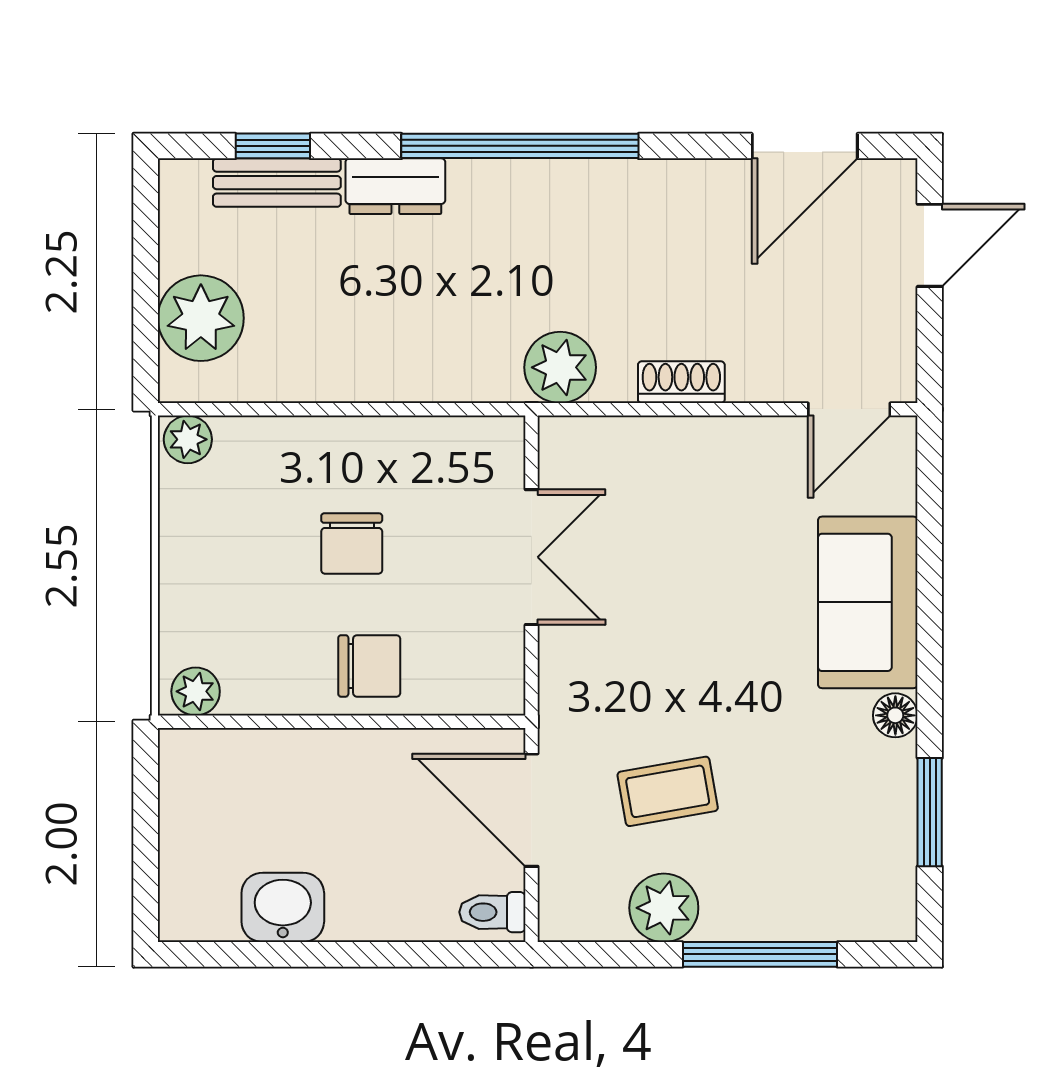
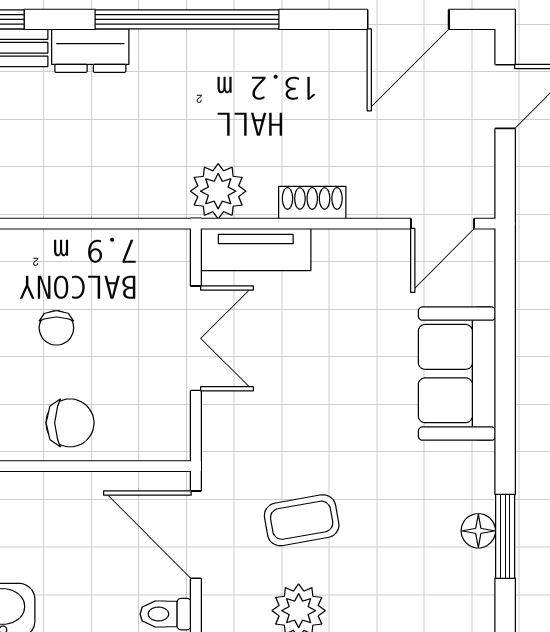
tv unit: (609, 443) -> (256, 250), added
chair: (352, 544) -> (56, 328), width x0.73, depth x0.73
floor lamp: (895, 715) -> (478, 531), moved

